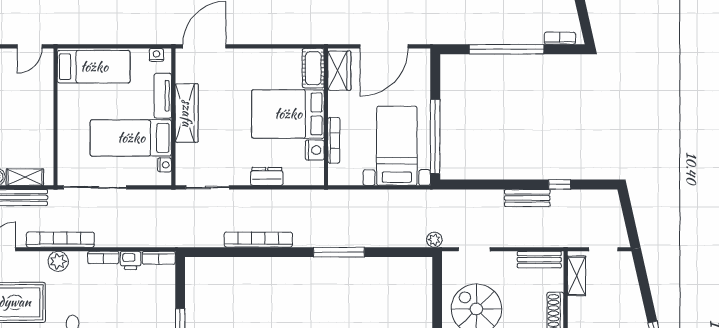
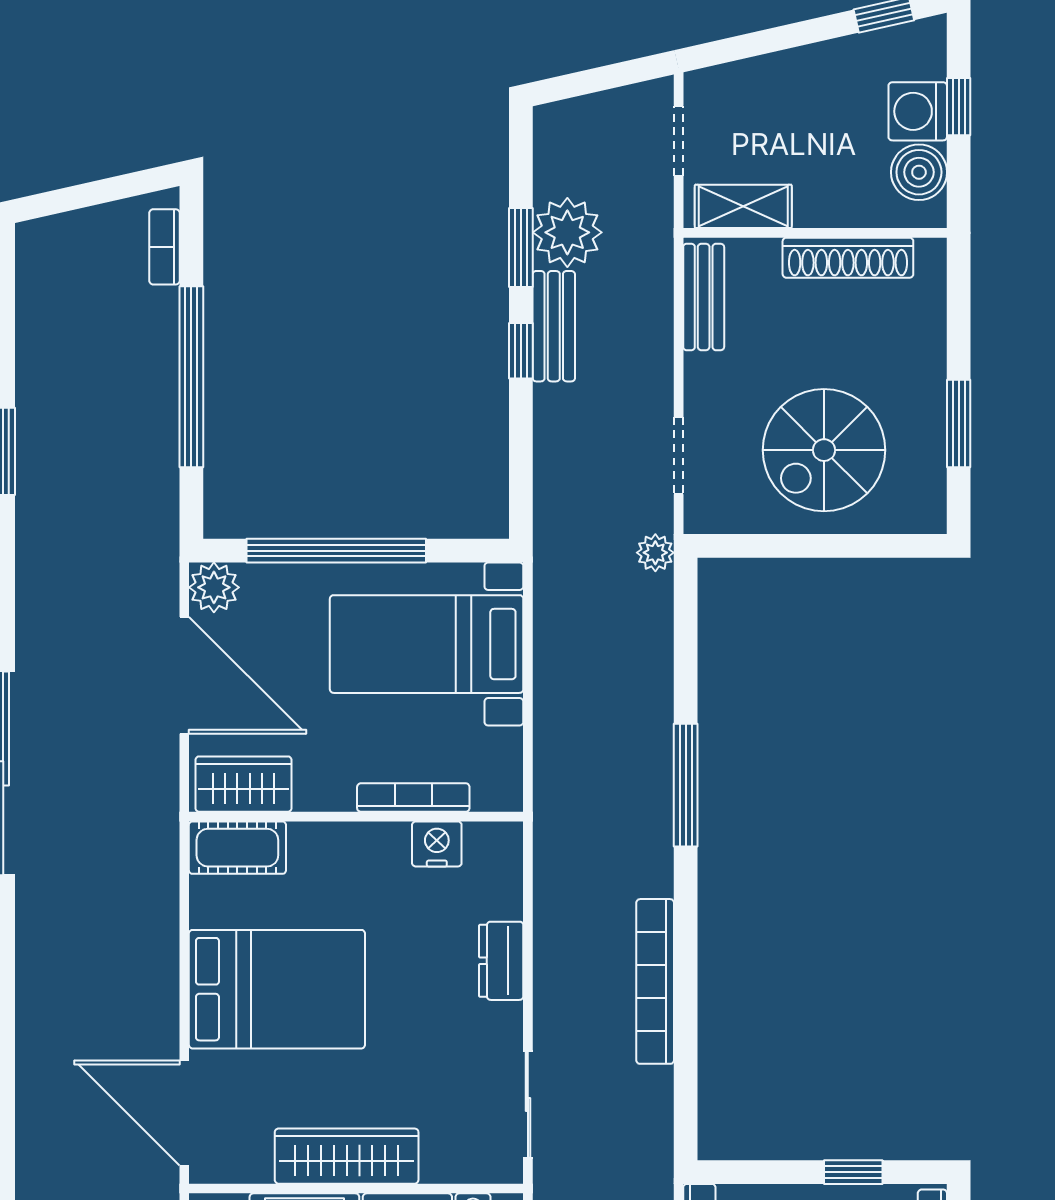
plant: (420, 59) -> (214, 587), added
bed: (288, 114) -> (277, 989), moved, turned -90
window: (435, 137) -> (336, 551), moved
window: (517, 185) -> (521, 351), added
window: (560, 185) -> (521, 247), width x1.50
plant: (566, 204) -> (567, 232), added

